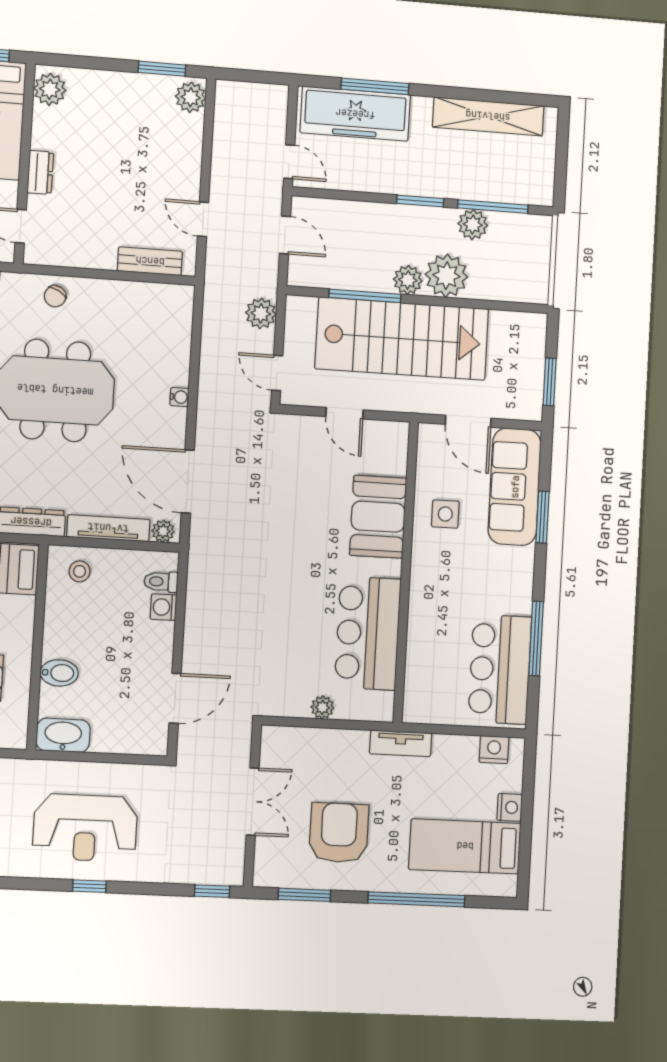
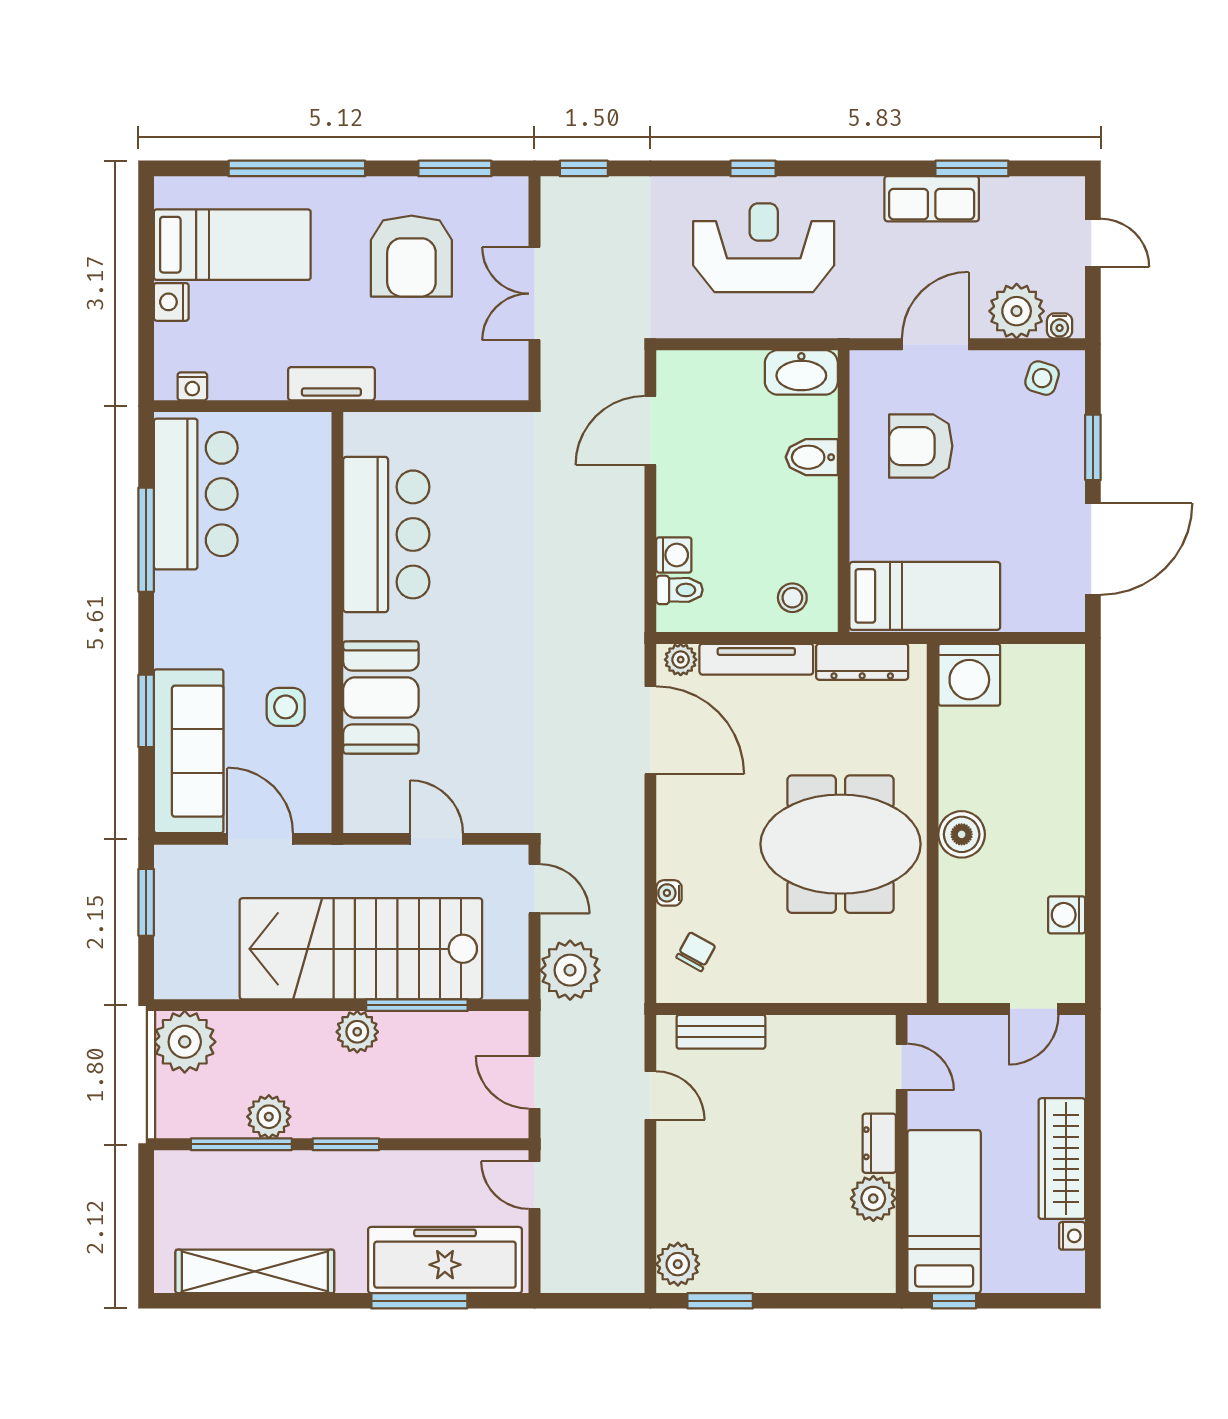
plant: (50, 89) -> (873, 1199), moved
plant: (447, 276) -> (185, 1042), moved
chair: (55, 296) -> (696, 952), moved
plant: (261, 313) -> (570, 970), width x1.36, depth x1.36
water cooler: (179, 397) -> (669, 893), moved
plant: (322, 707) -> (444, 428), removed
nightstand: (494, 750) -> (192, 386), width x0.72, depth x0.74

